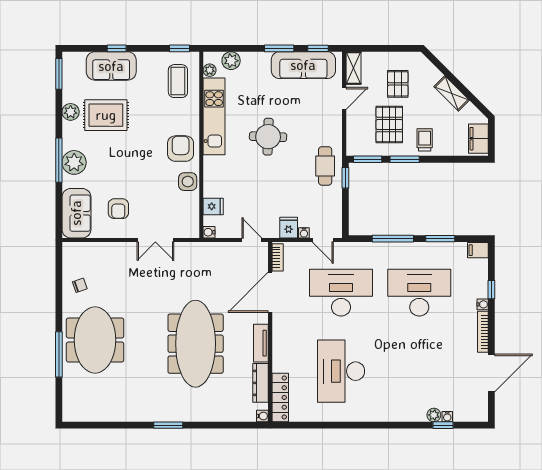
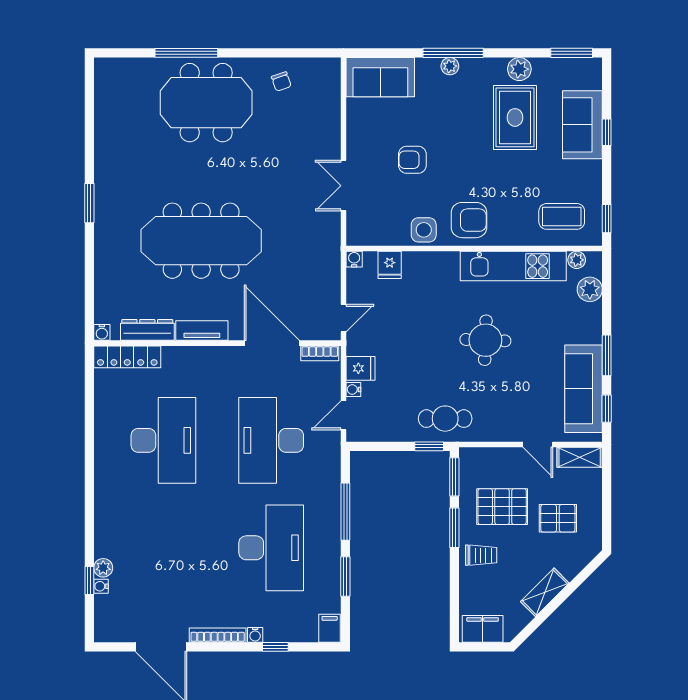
plant: (74, 162) -> (450, 66), width x0.53, depth x0.53
armchair: (118, 209) -> (412, 160), moved
desk: (341, 293) -> (271, 440), turned 180
desk: (341, 371) -> (163, 440), turned 90

